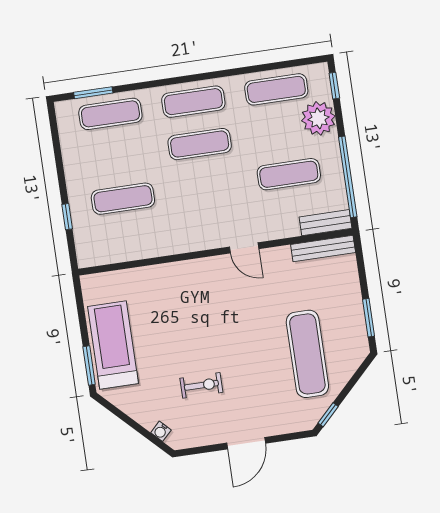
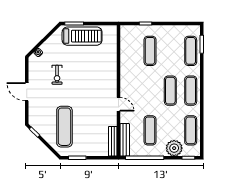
bench: (326, 223) -> (125, 140), width x1.36
door: (244, 248) -> (119, 104), swing flipped
exercise mat: (307, 354) -> (64, 127), turned 90

